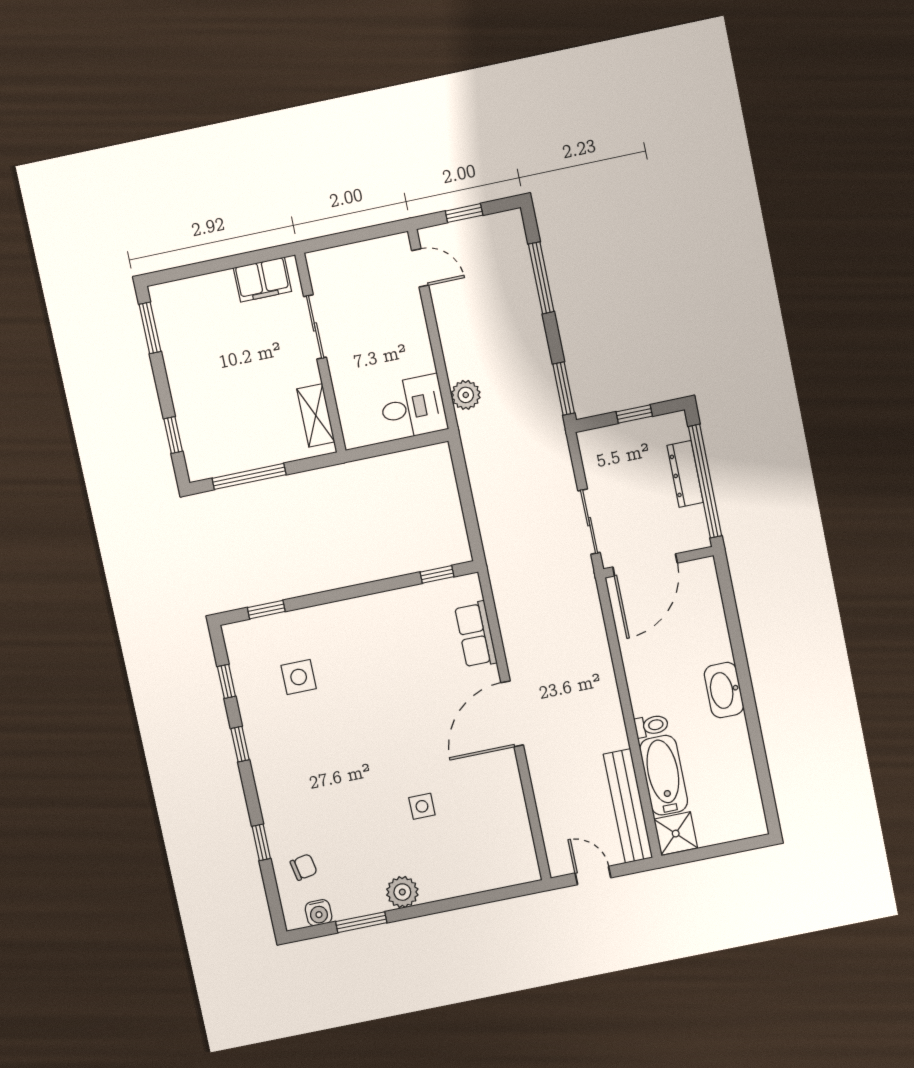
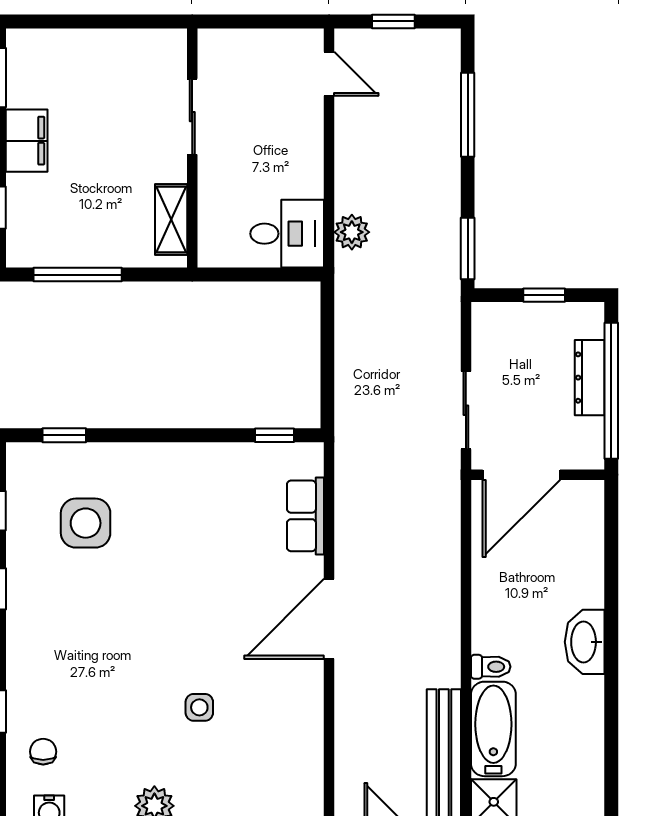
filing cabinet: (262, 280) -> (27, 141), moved, turned -90
side table: (299, 677) -> (86, 523), width x1.37, depth x1.37
chair: (304, 867) -> (43, 752), turned -79

